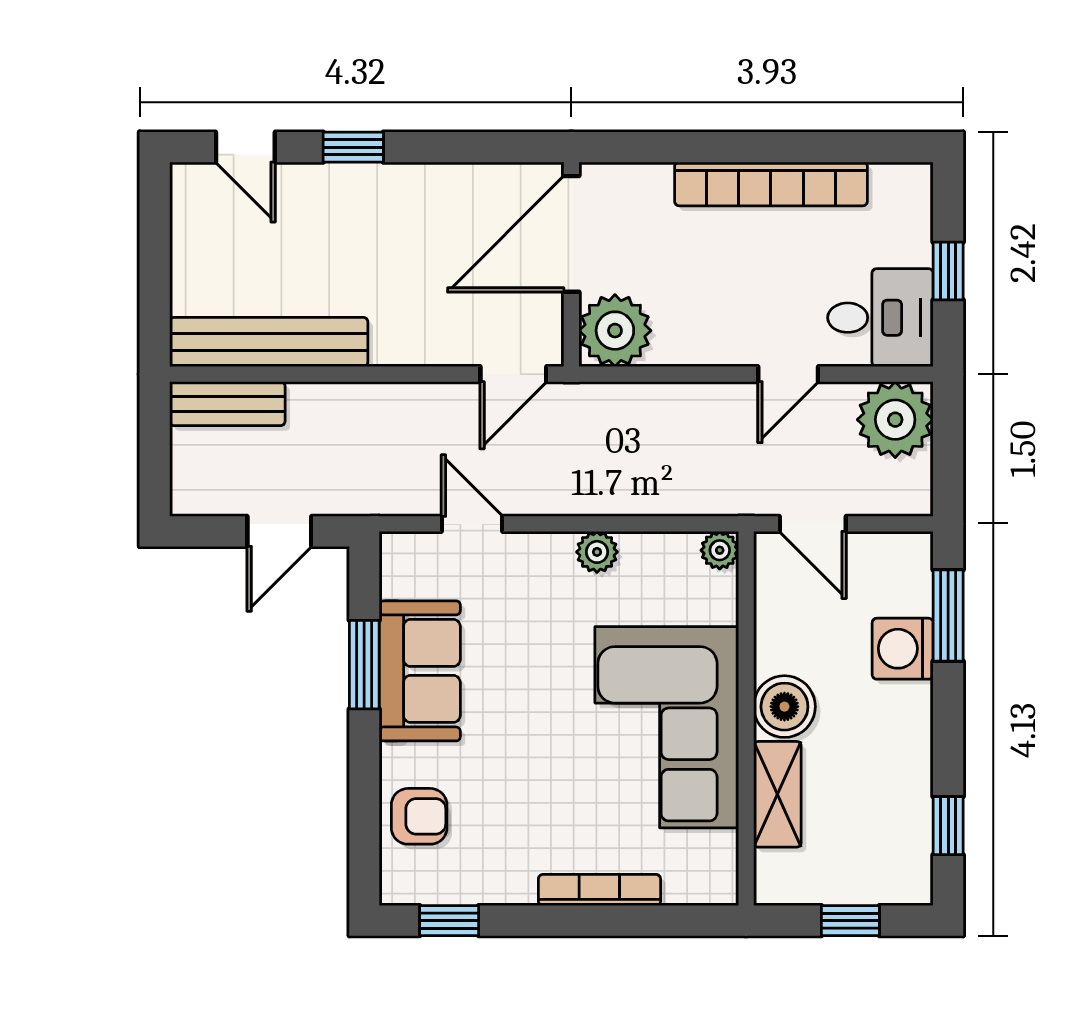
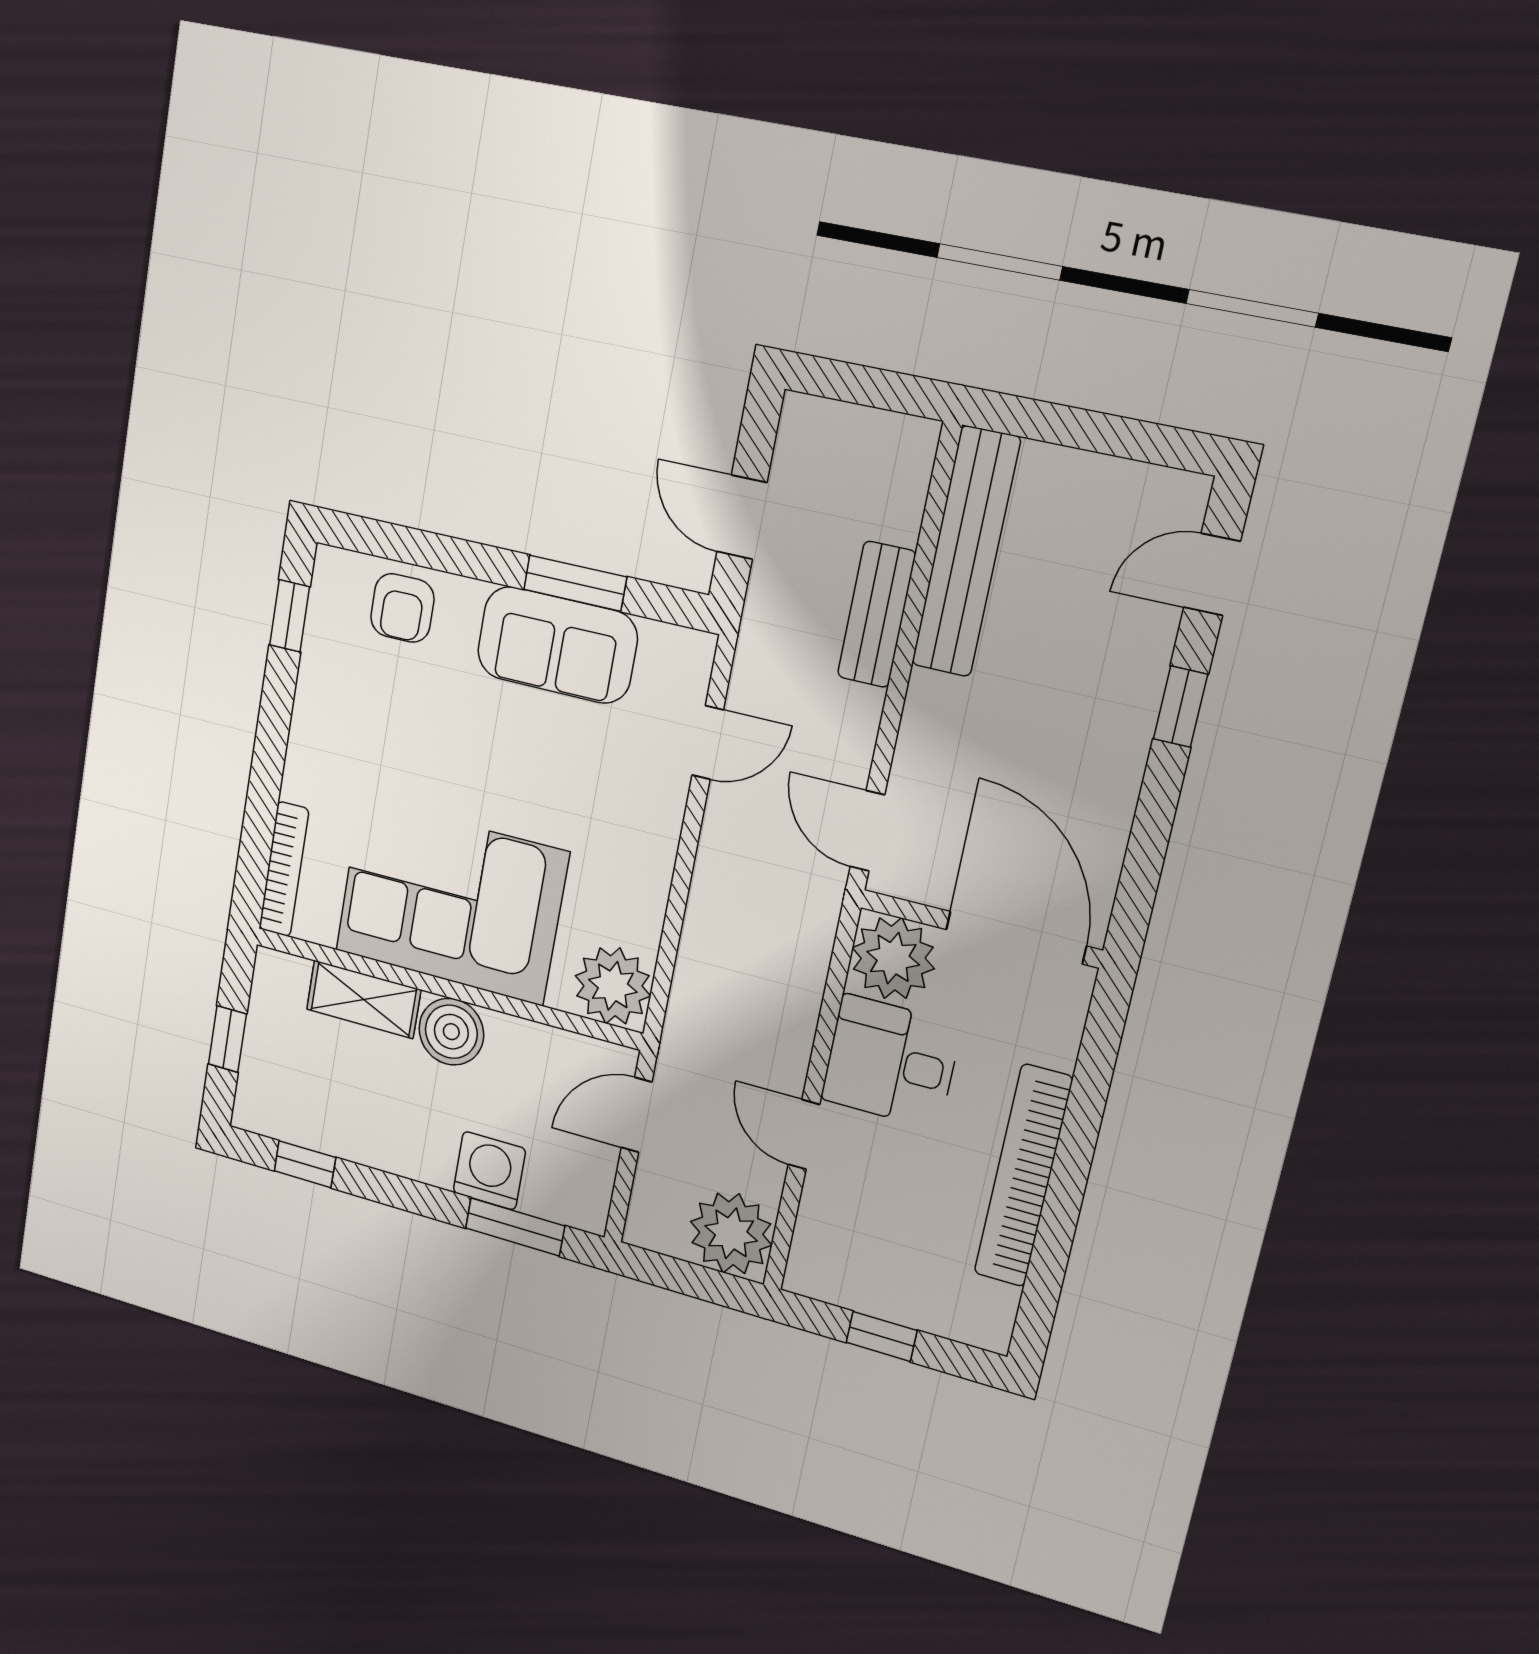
desk: (880, 318) -> (891, 1062), moved, turned 90
bench: (227, 404) -> (876, 614), moved
plant: (720, 550) -> (613, 986), width x1.88, depth x1.88
plant: (597, 552) -> (650, 875), removed
bookcase: (599, 890) -> (284, 869), moved

